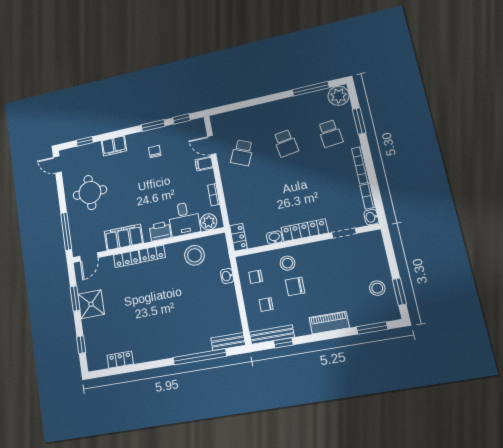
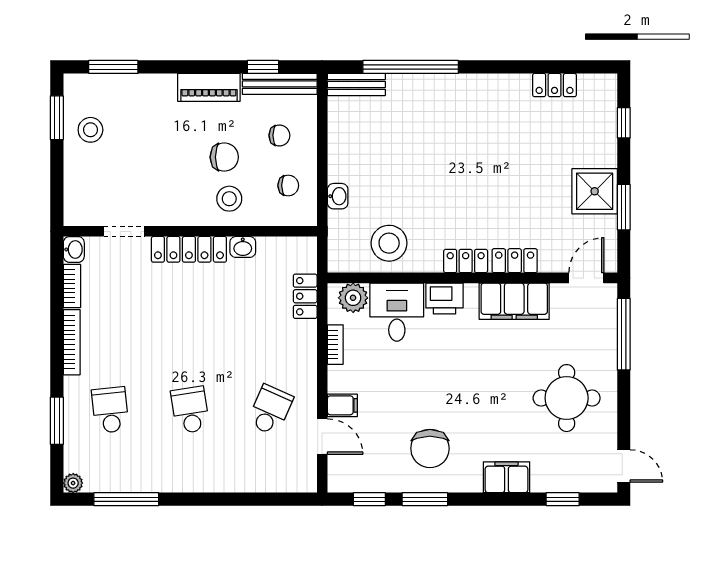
plant: (339, 96) -> (73, 483), width x0.53, depth x0.53
chair: (155, 152) -> (430, 448), width x1.87, depth x1.87
locker: (238, 237) -> (305, 296), moved
piano: (329, 323) -> (209, 87), moved

